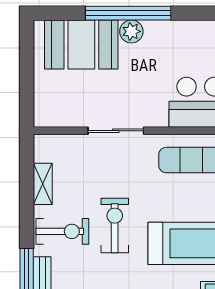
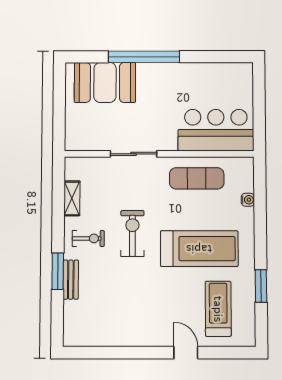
plant: (131, 31) -> (147, 72), removed
exercise bike: (62, 231) -> (88, 238), width x0.73, depth x0.72

